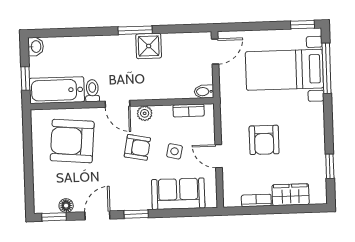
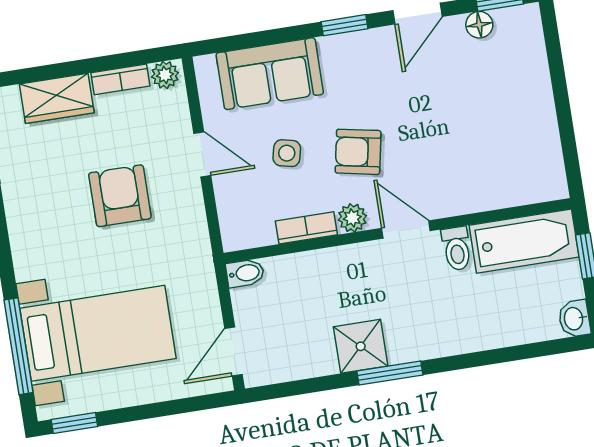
bookcase: (189, 110) -> (306, 228), moved
armchair: (72, 141) -> (483, 148), removed
plant: (233, 200) -> (165, 75), added

